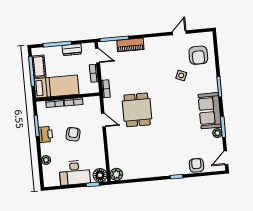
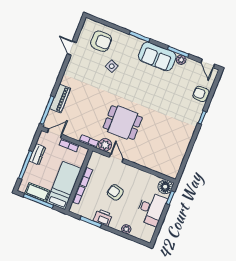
door: (103, 120) -> (116, 158), hinge flipped
plant: (116, 174) -> (105, 145), moved

